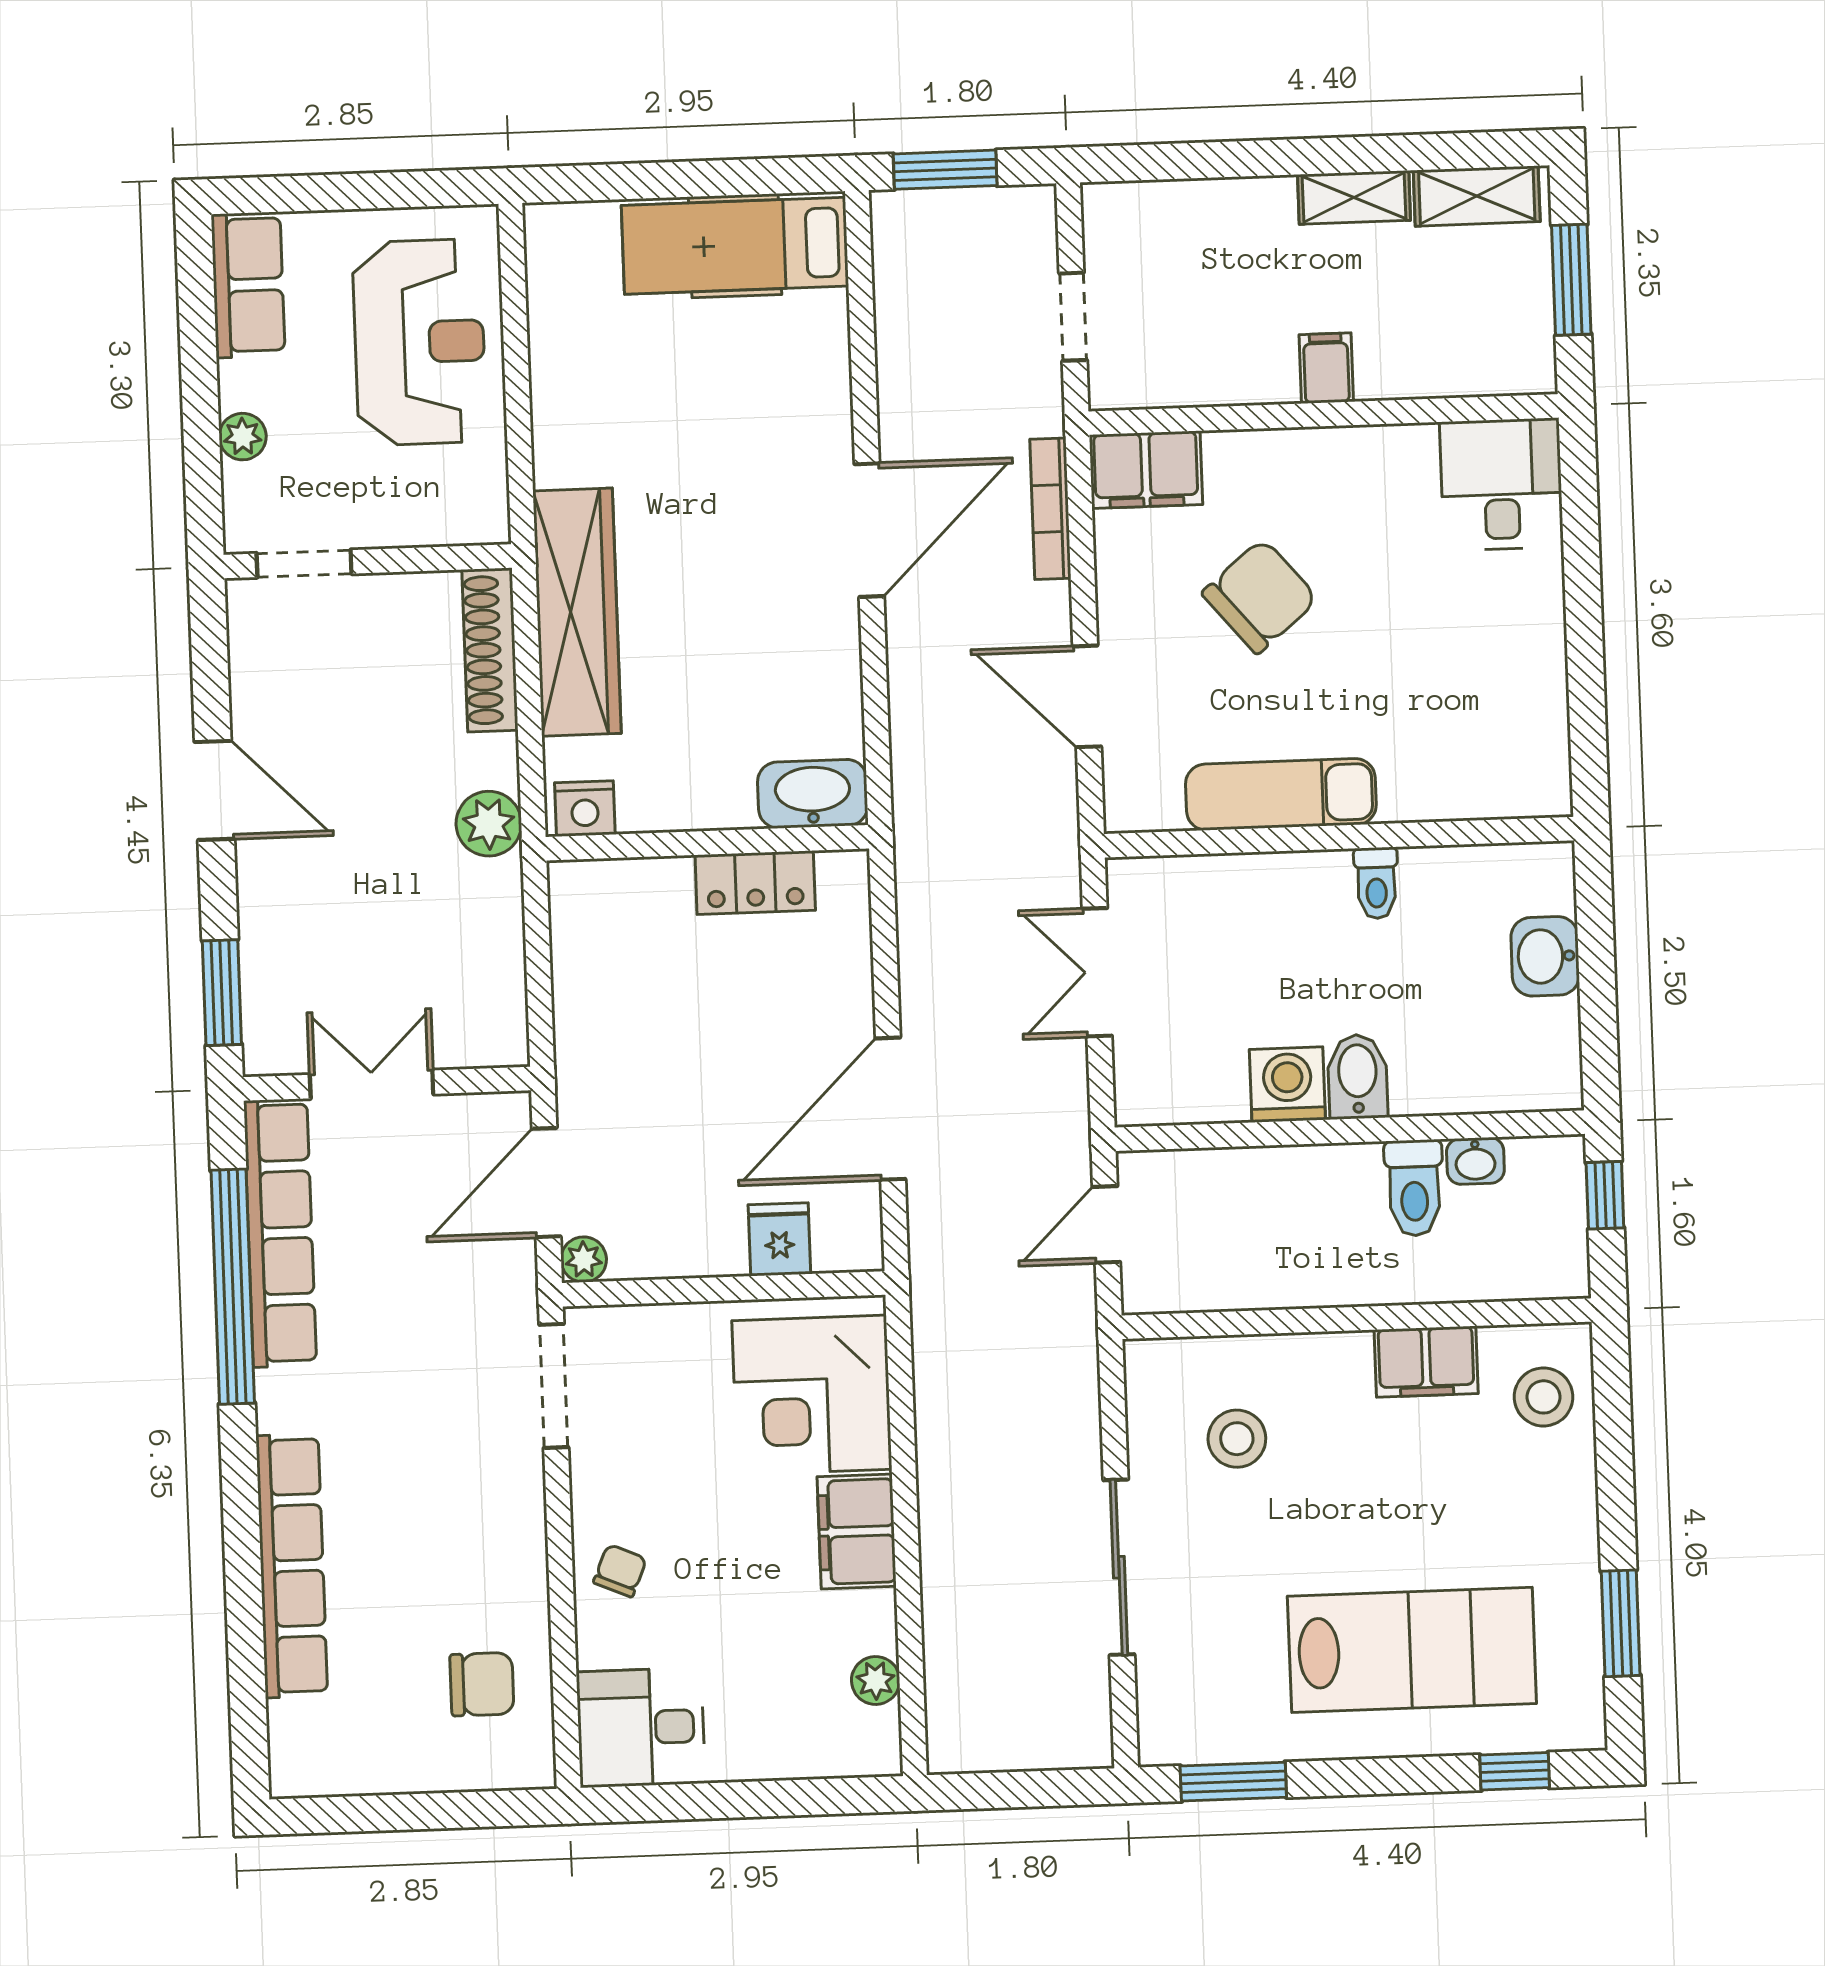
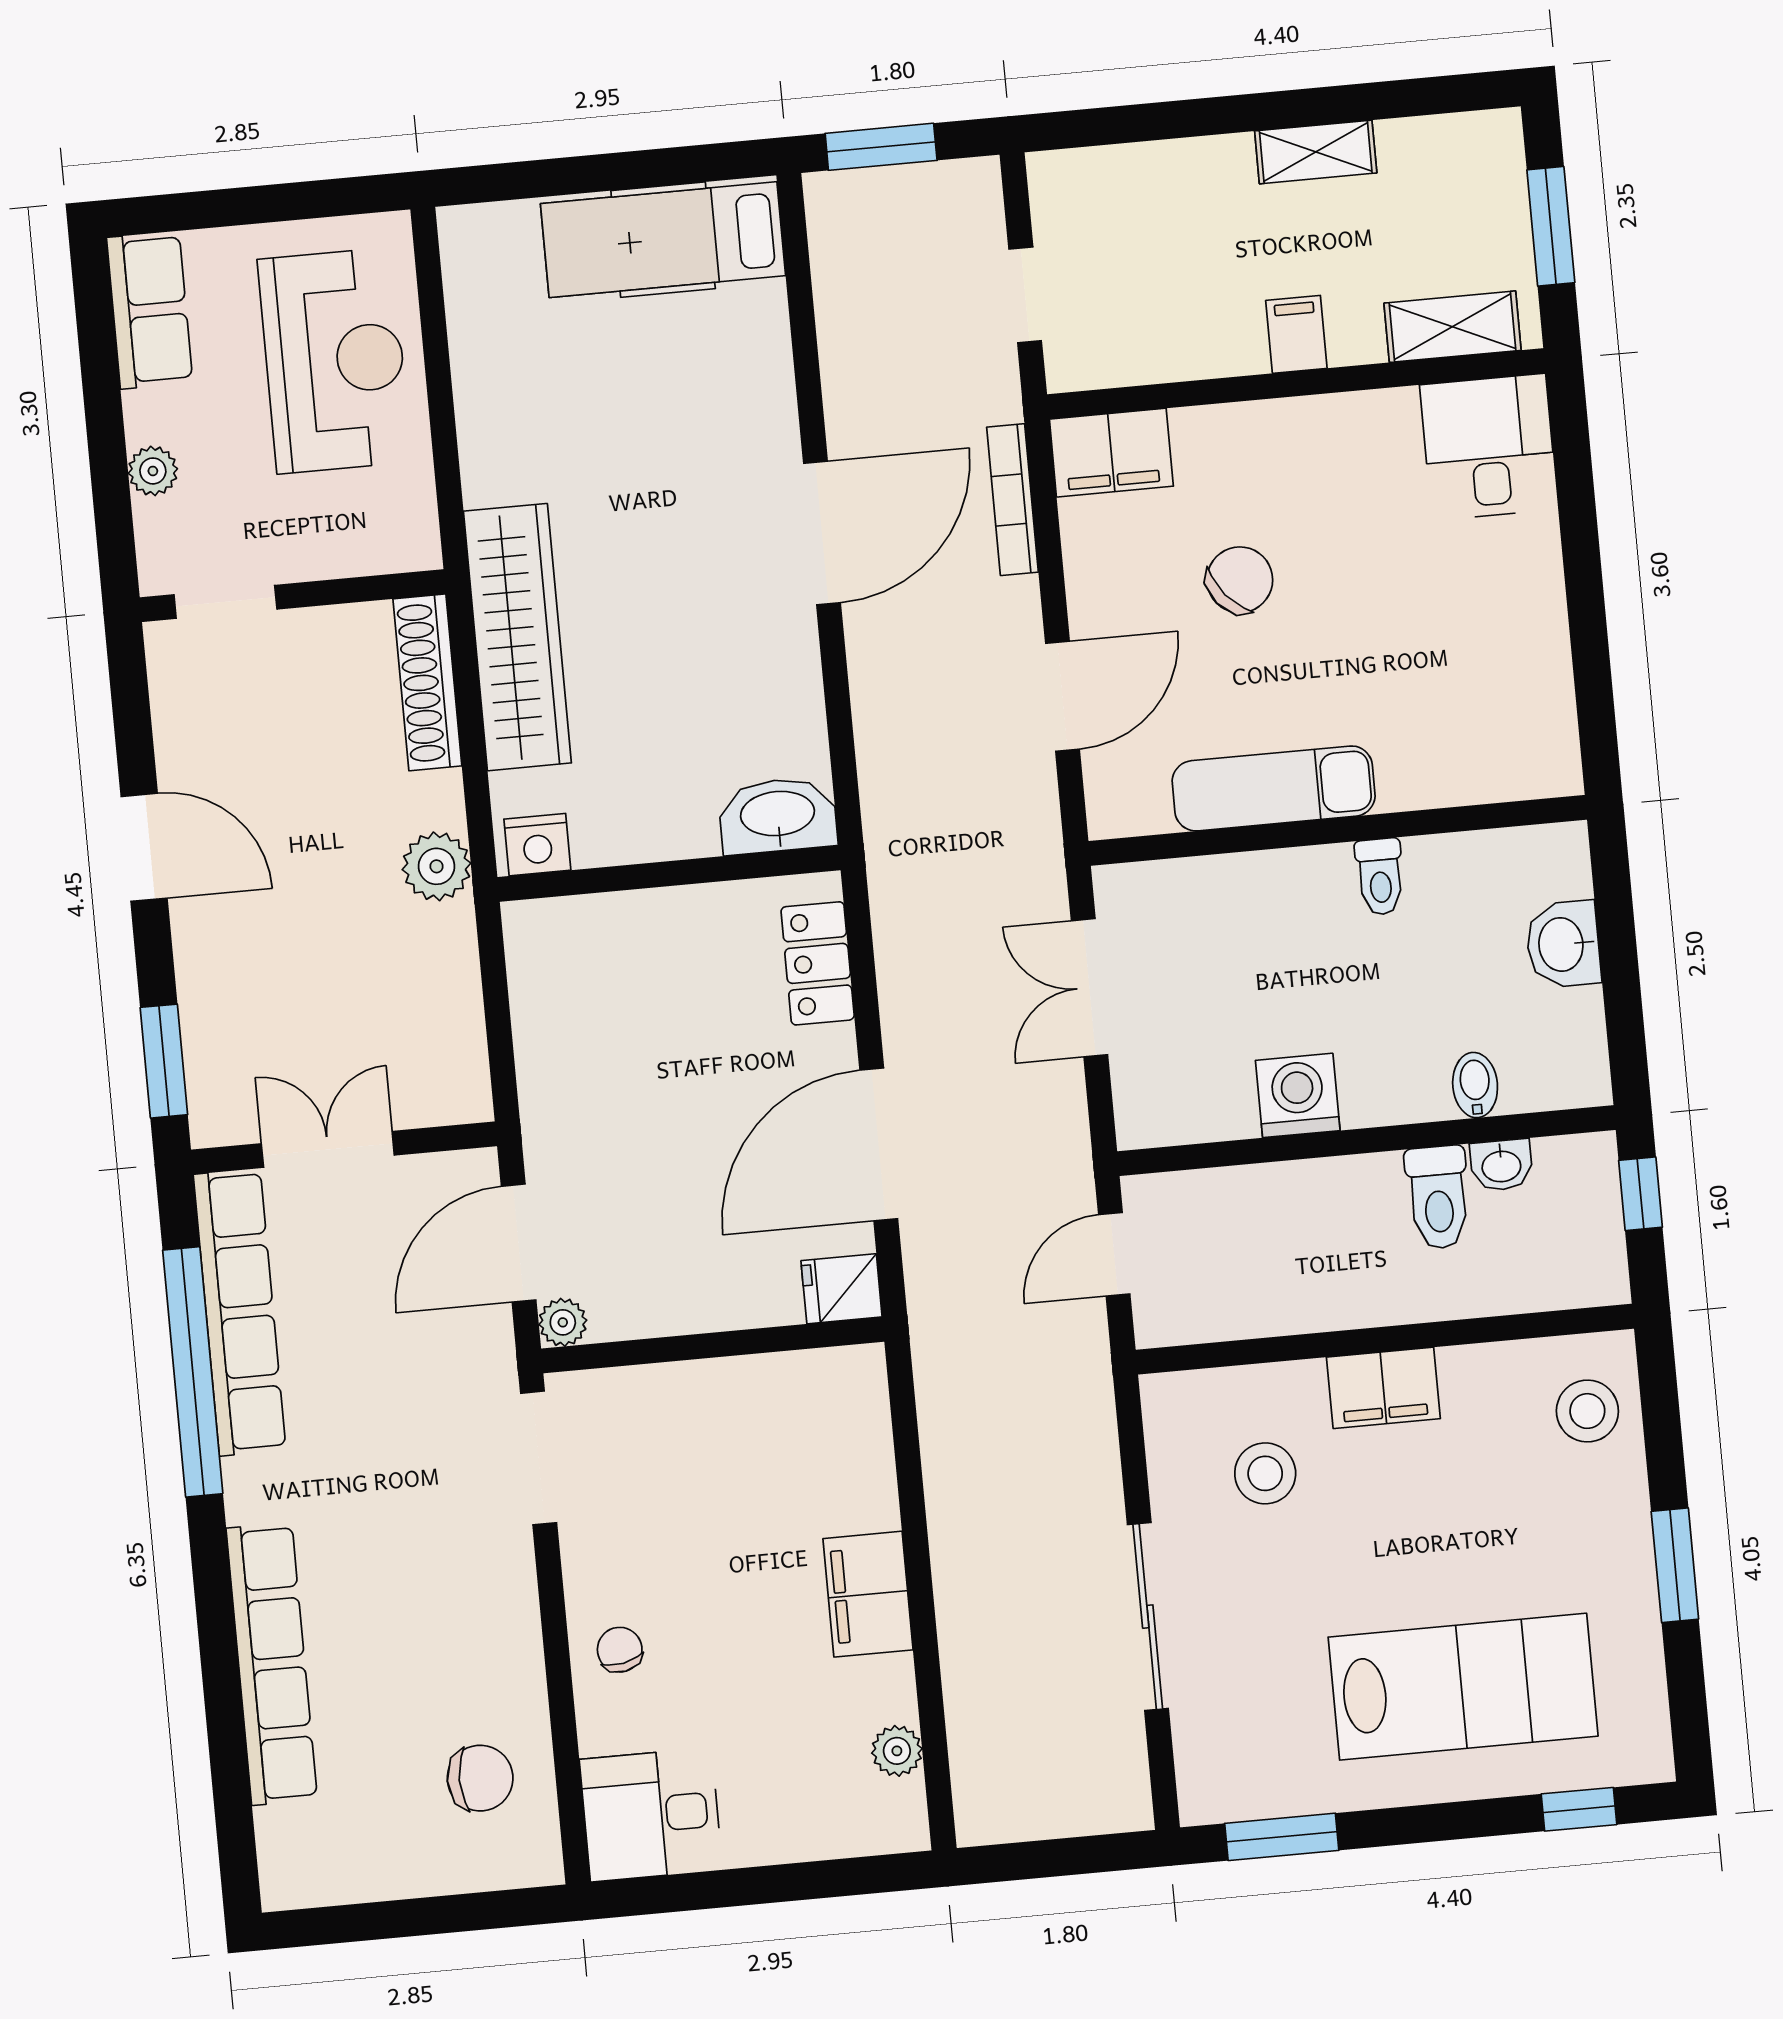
shelving: (1477, 196) -> (1453, 327), moved
chair: (1260, 596) -> (1240, 580), width x0.73, depth x0.73
door: (1087, 696) -> (1062, 696), swing flipped
locker: (755, 883) -> (818, 963), moved, turned 90
bidet: (1358, 1077) -> (1475, 1085), moved, width x0.72, depth x0.74
fridge: (779, 1239) -> (842, 1289), moved, turned -90
filing cabinet: (1426, 1362) -> (1383, 1388), moved
corner desk: (812, 1395) -> (813, 1452), removed
chair: (620, 1571) -> (620, 1650), turned -34
window: (1621, 1623) -> (1675, 1565), moved

